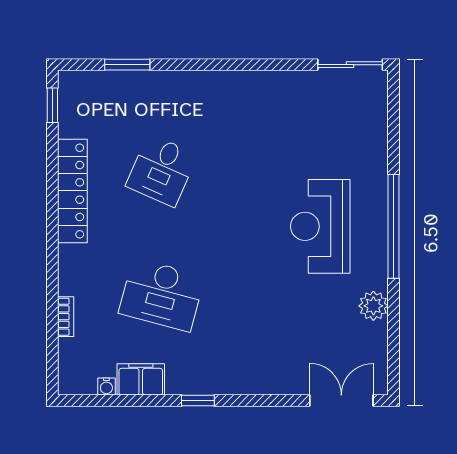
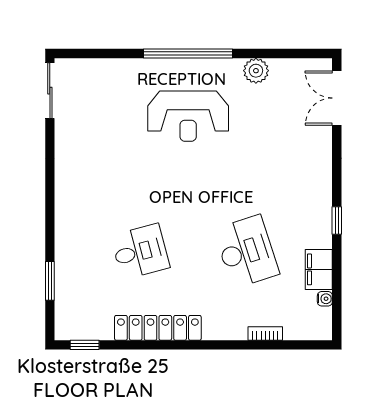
desk: (162, 170) -> (140, 252), turned -39
desk: (162, 295) -> (246, 252), turned -33

